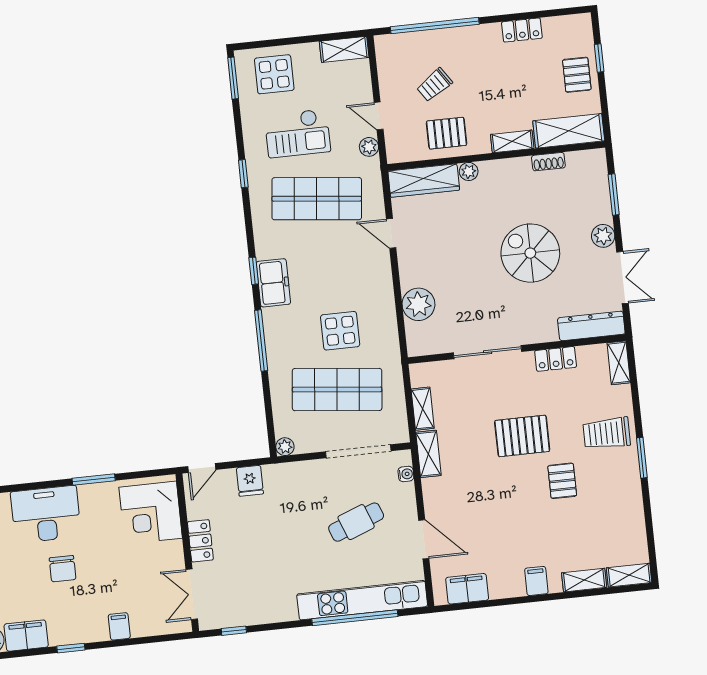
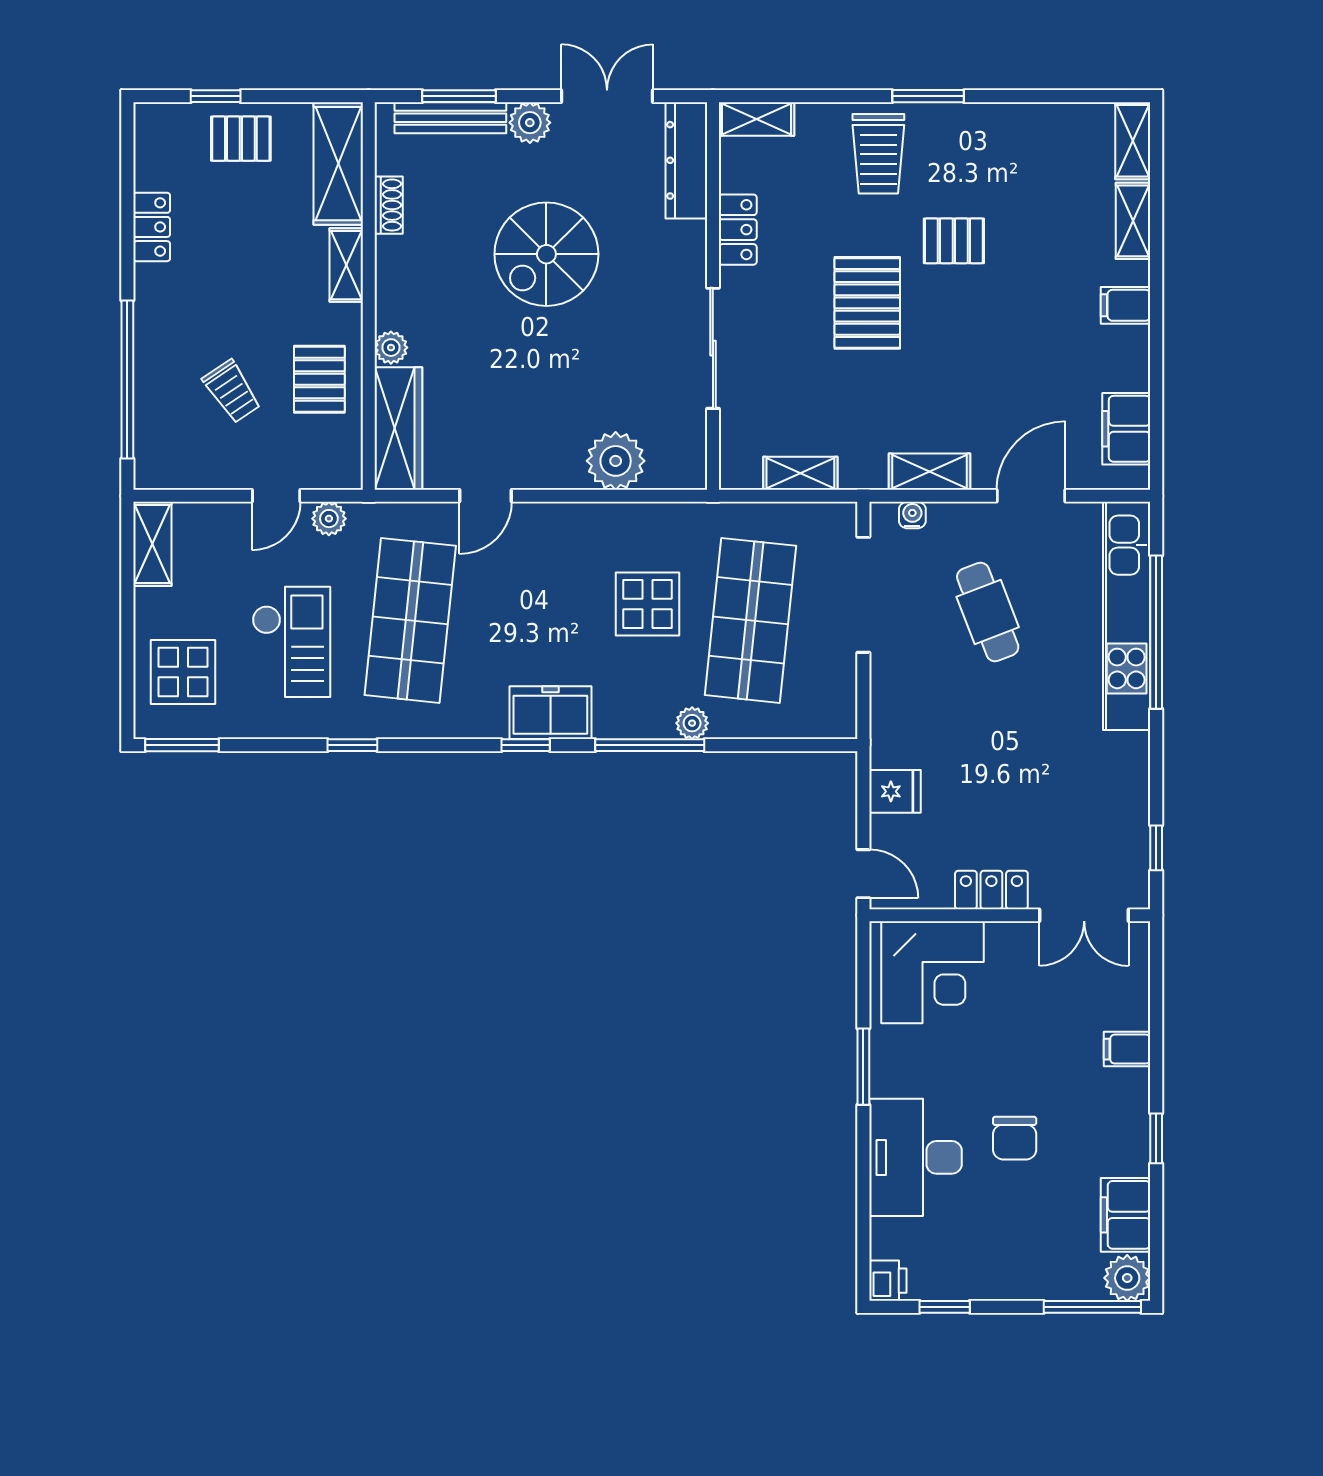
bench: (601, 191) -> (450, 118), added
plant: (285, 447) -> (692, 723), moved
shelving: (428, 454) -> (929, 472), moved
chair: (63, 569) -> (1015, 1138), turned 90

